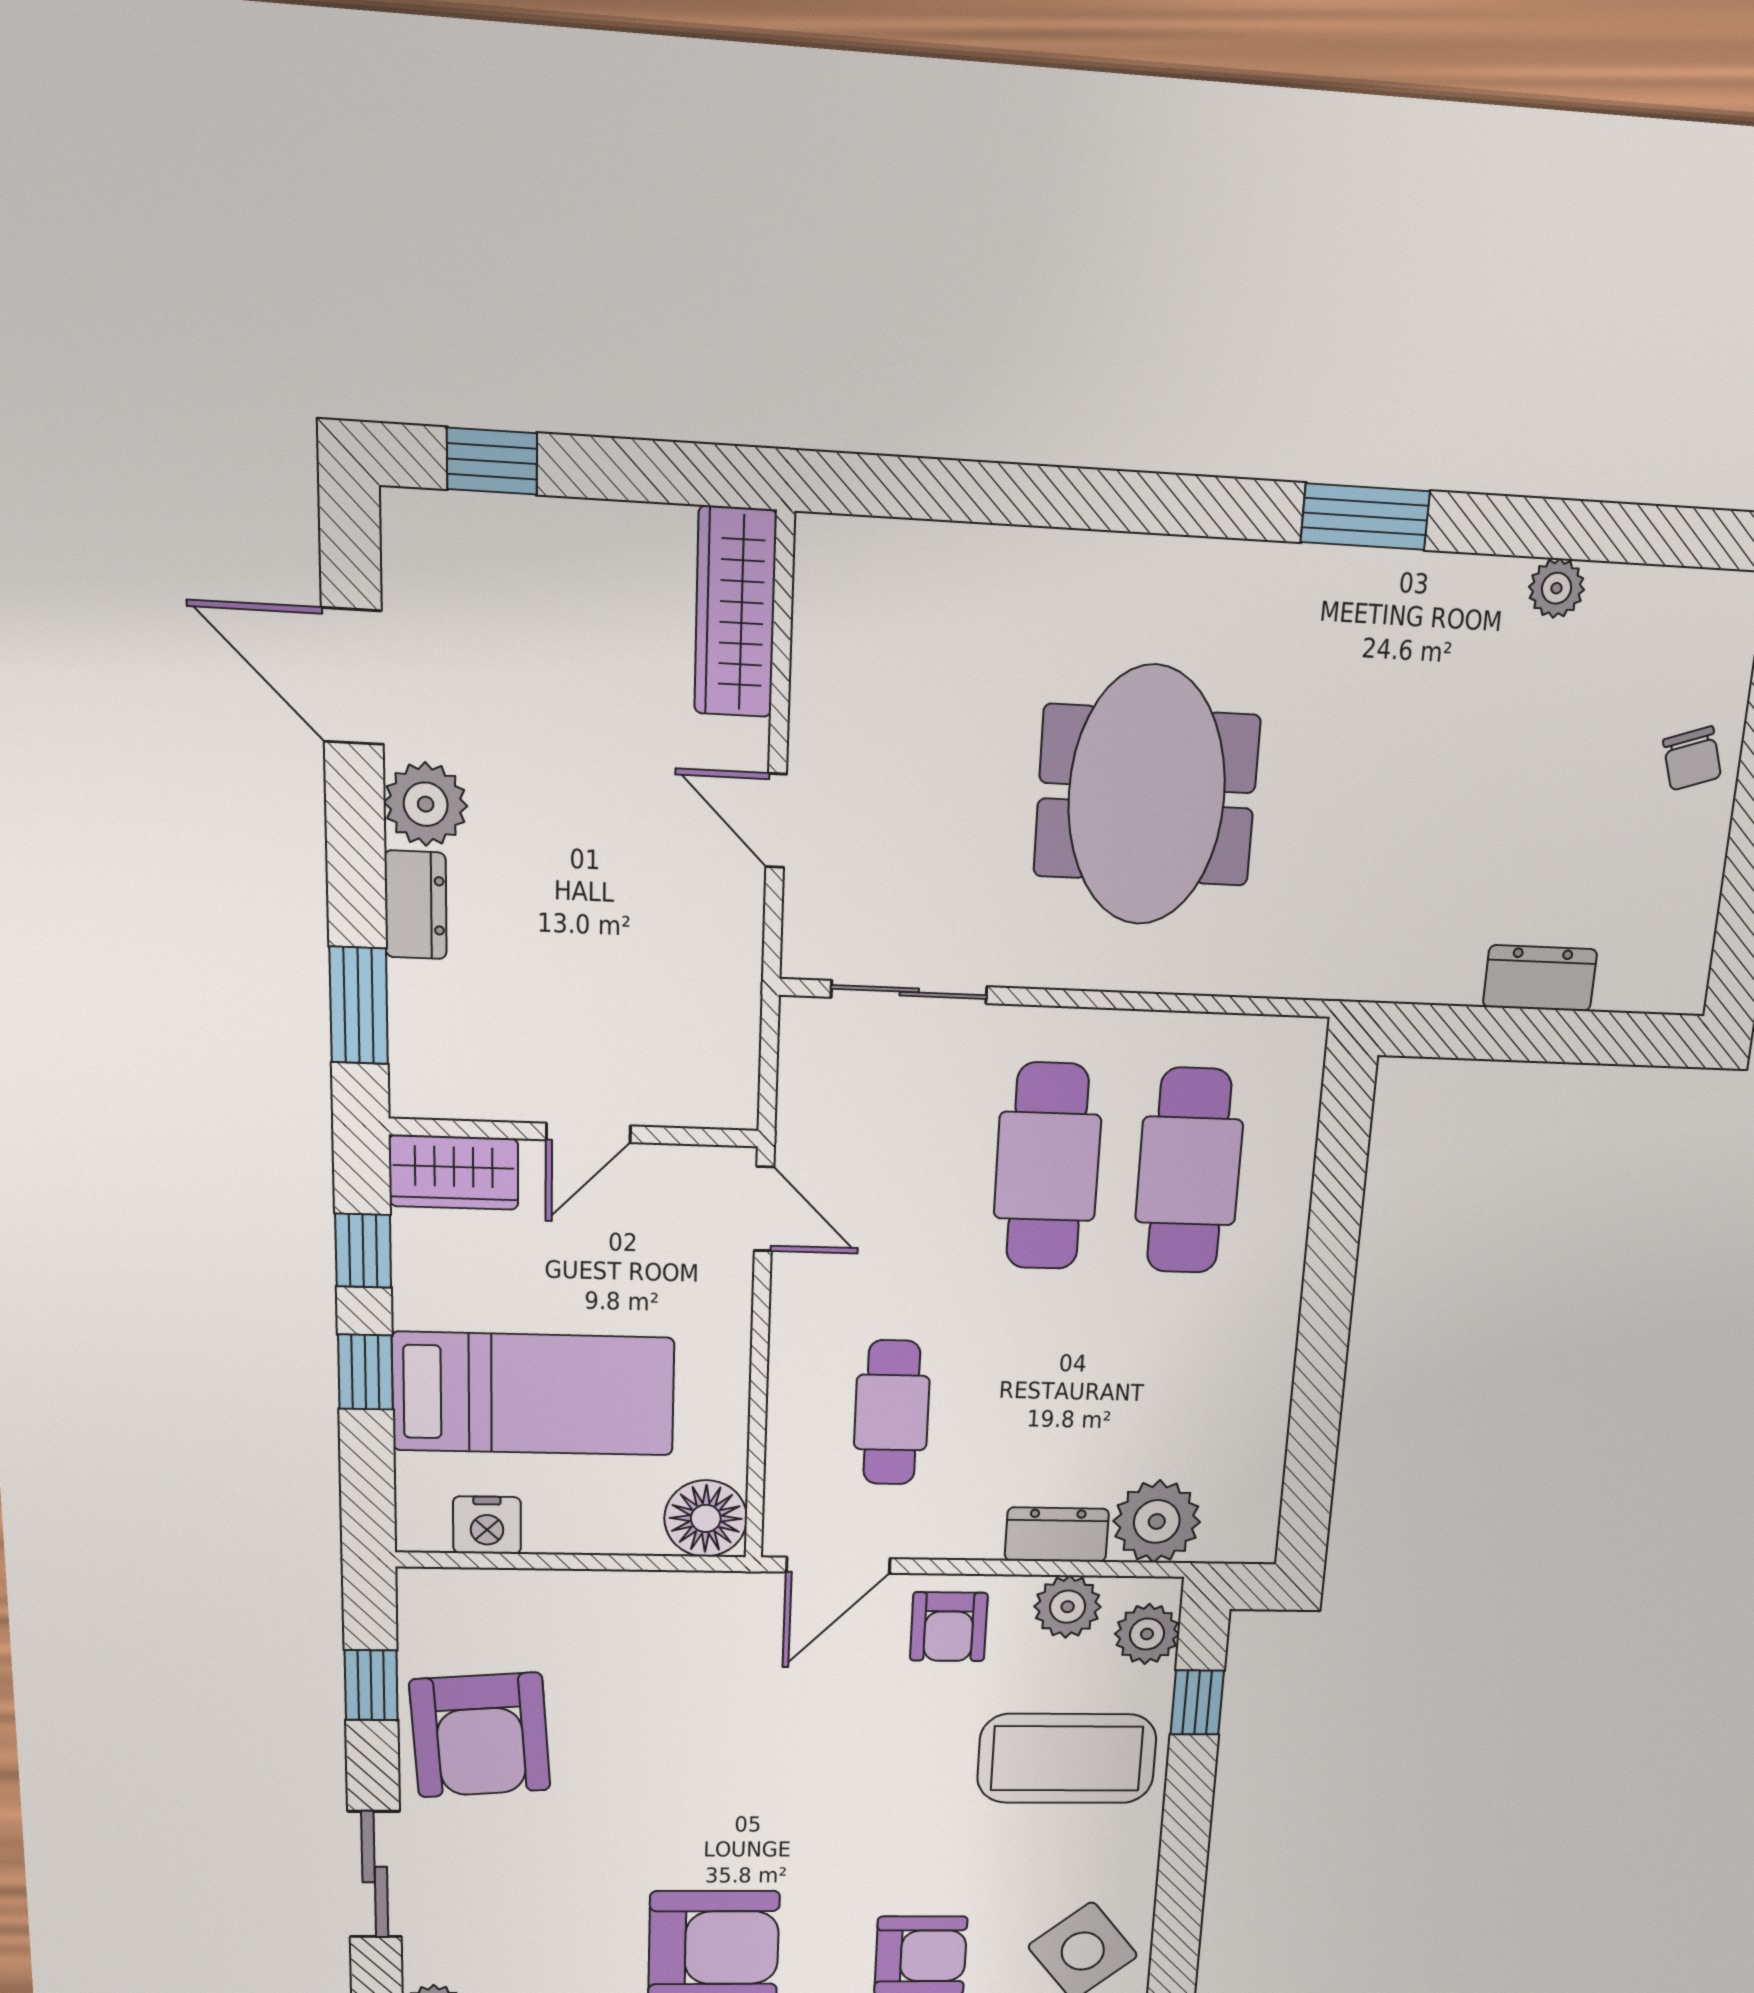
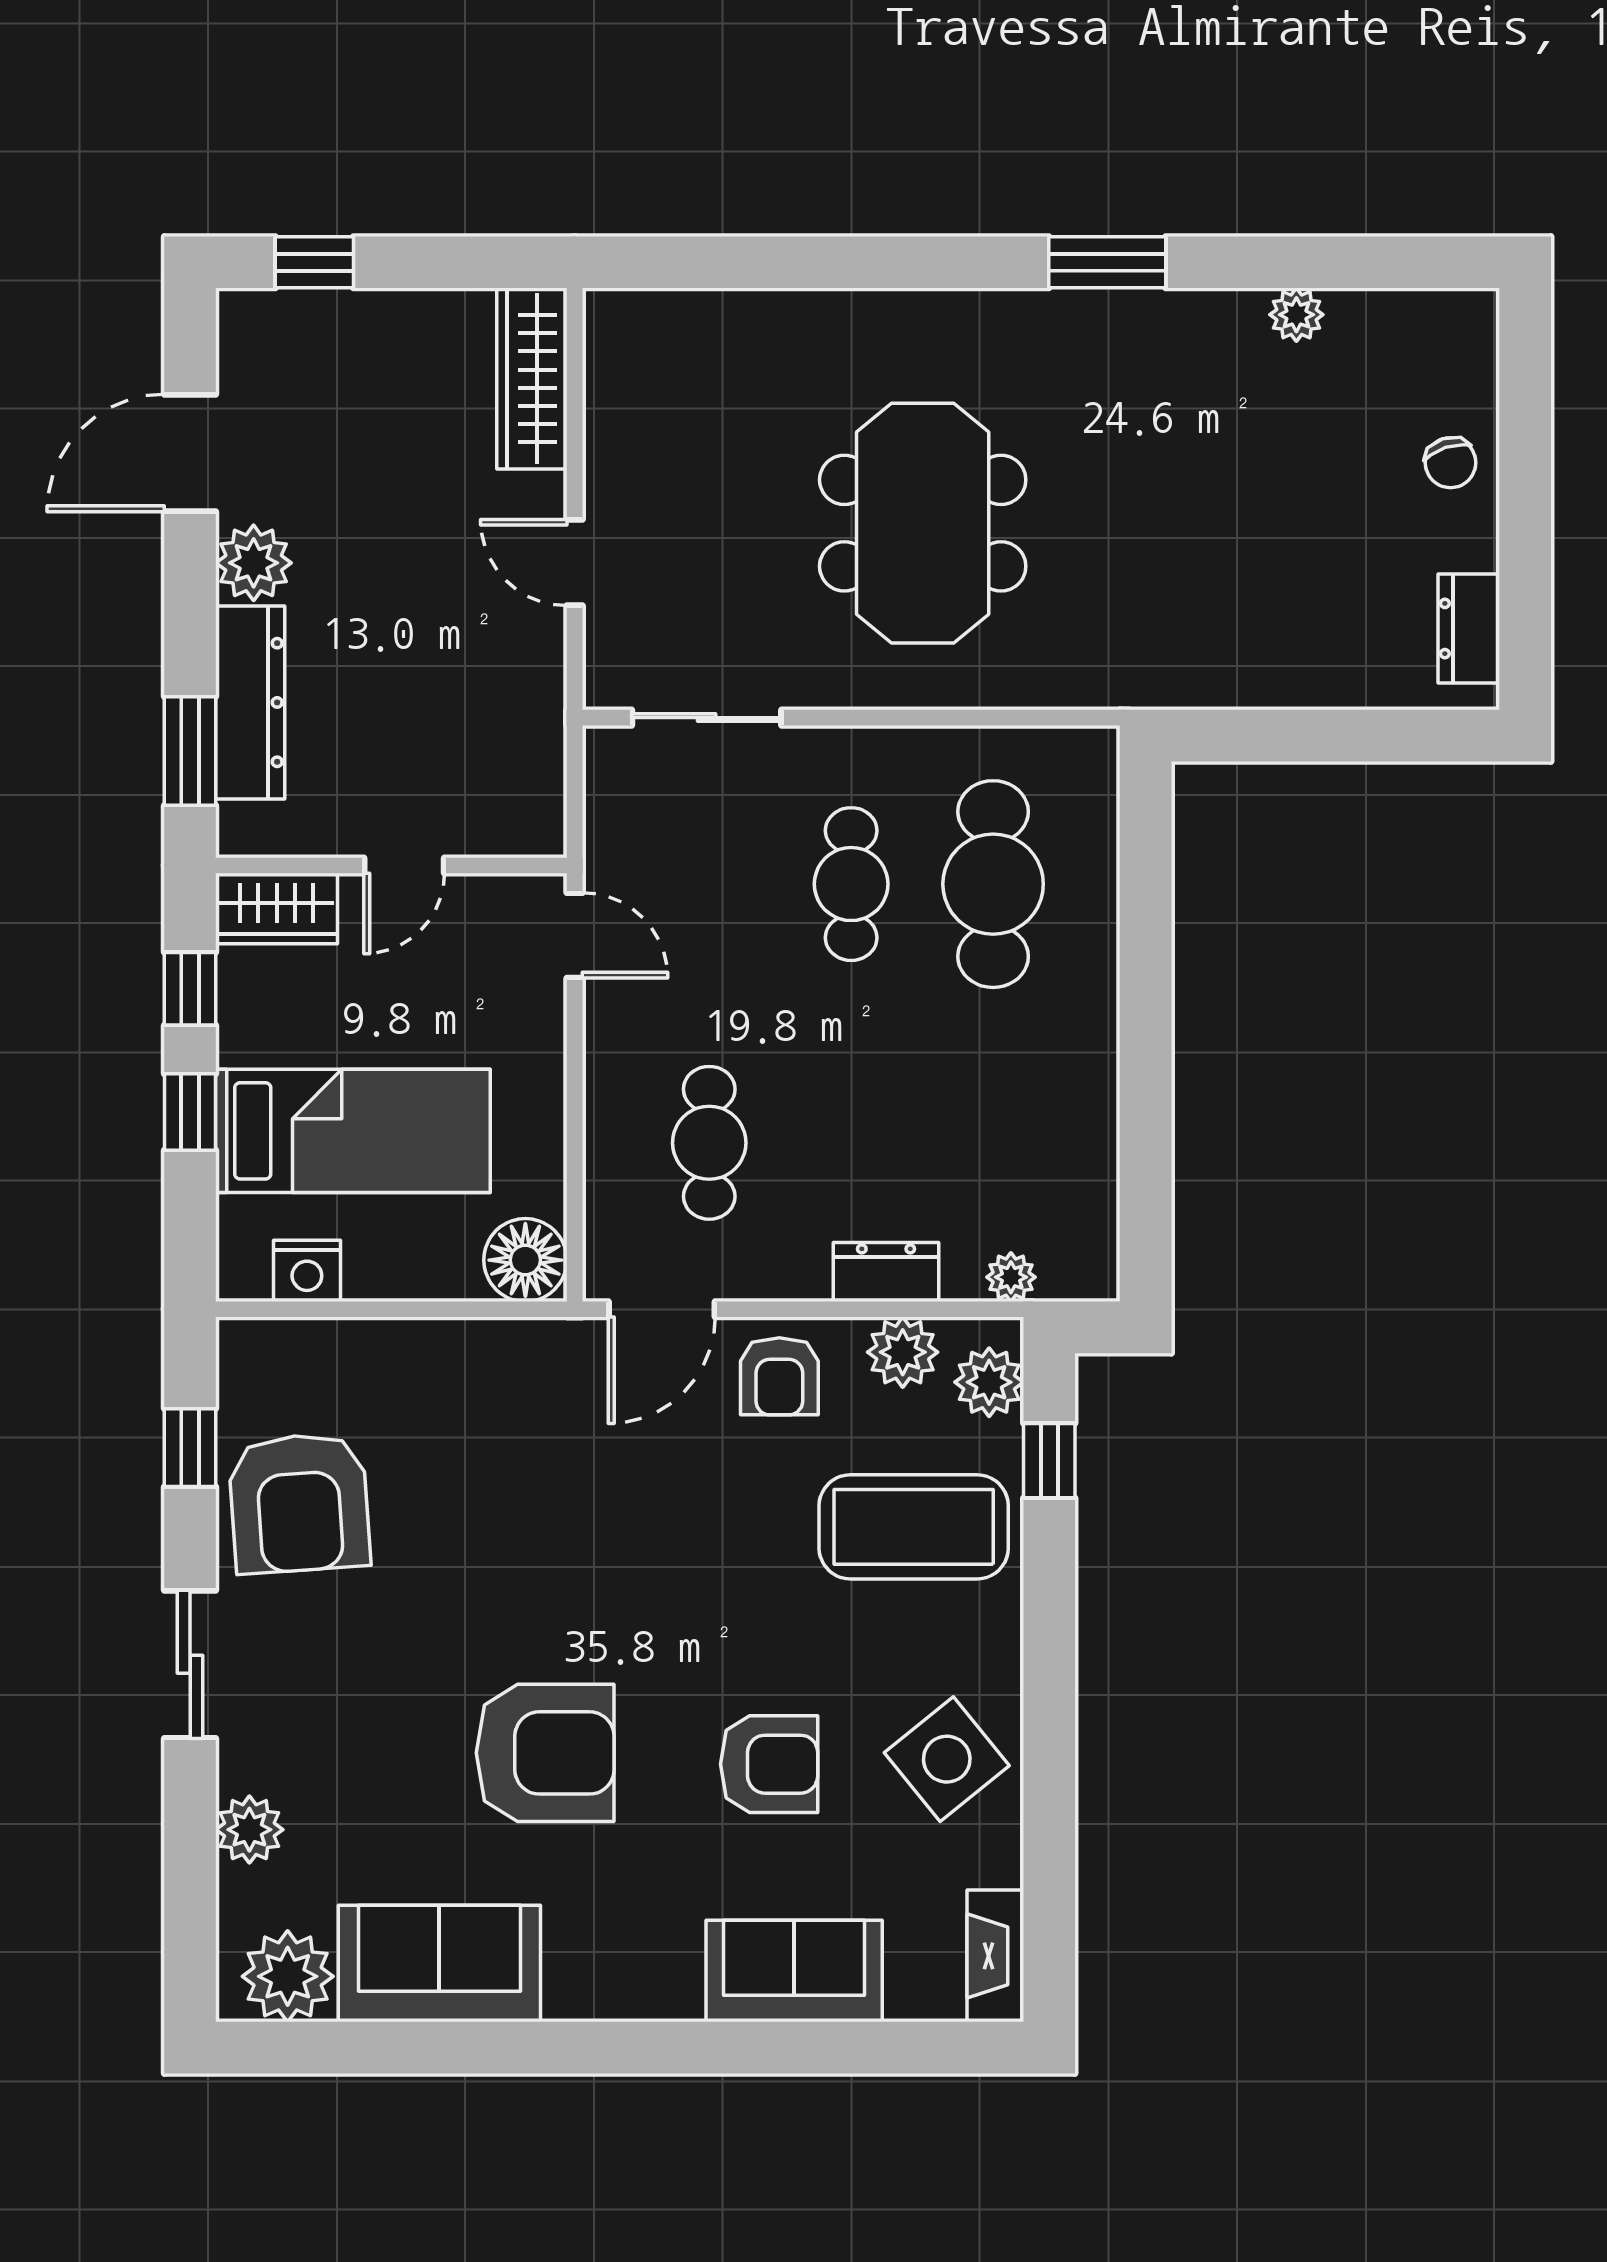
door: (353, 677) -> (190, 453), hinge flipped
dresser: (416, 905) -> (250, 702), width x1.96, depth x1.24
dresser: (1540, 978) -> (1469, 629), moved, turned -90
cafe table: (1047, 1167) -> (851, 884), width x0.73, depth x0.74
plant: (1157, 1522) -> (1011, 1277), width x0.53, depth x0.53

